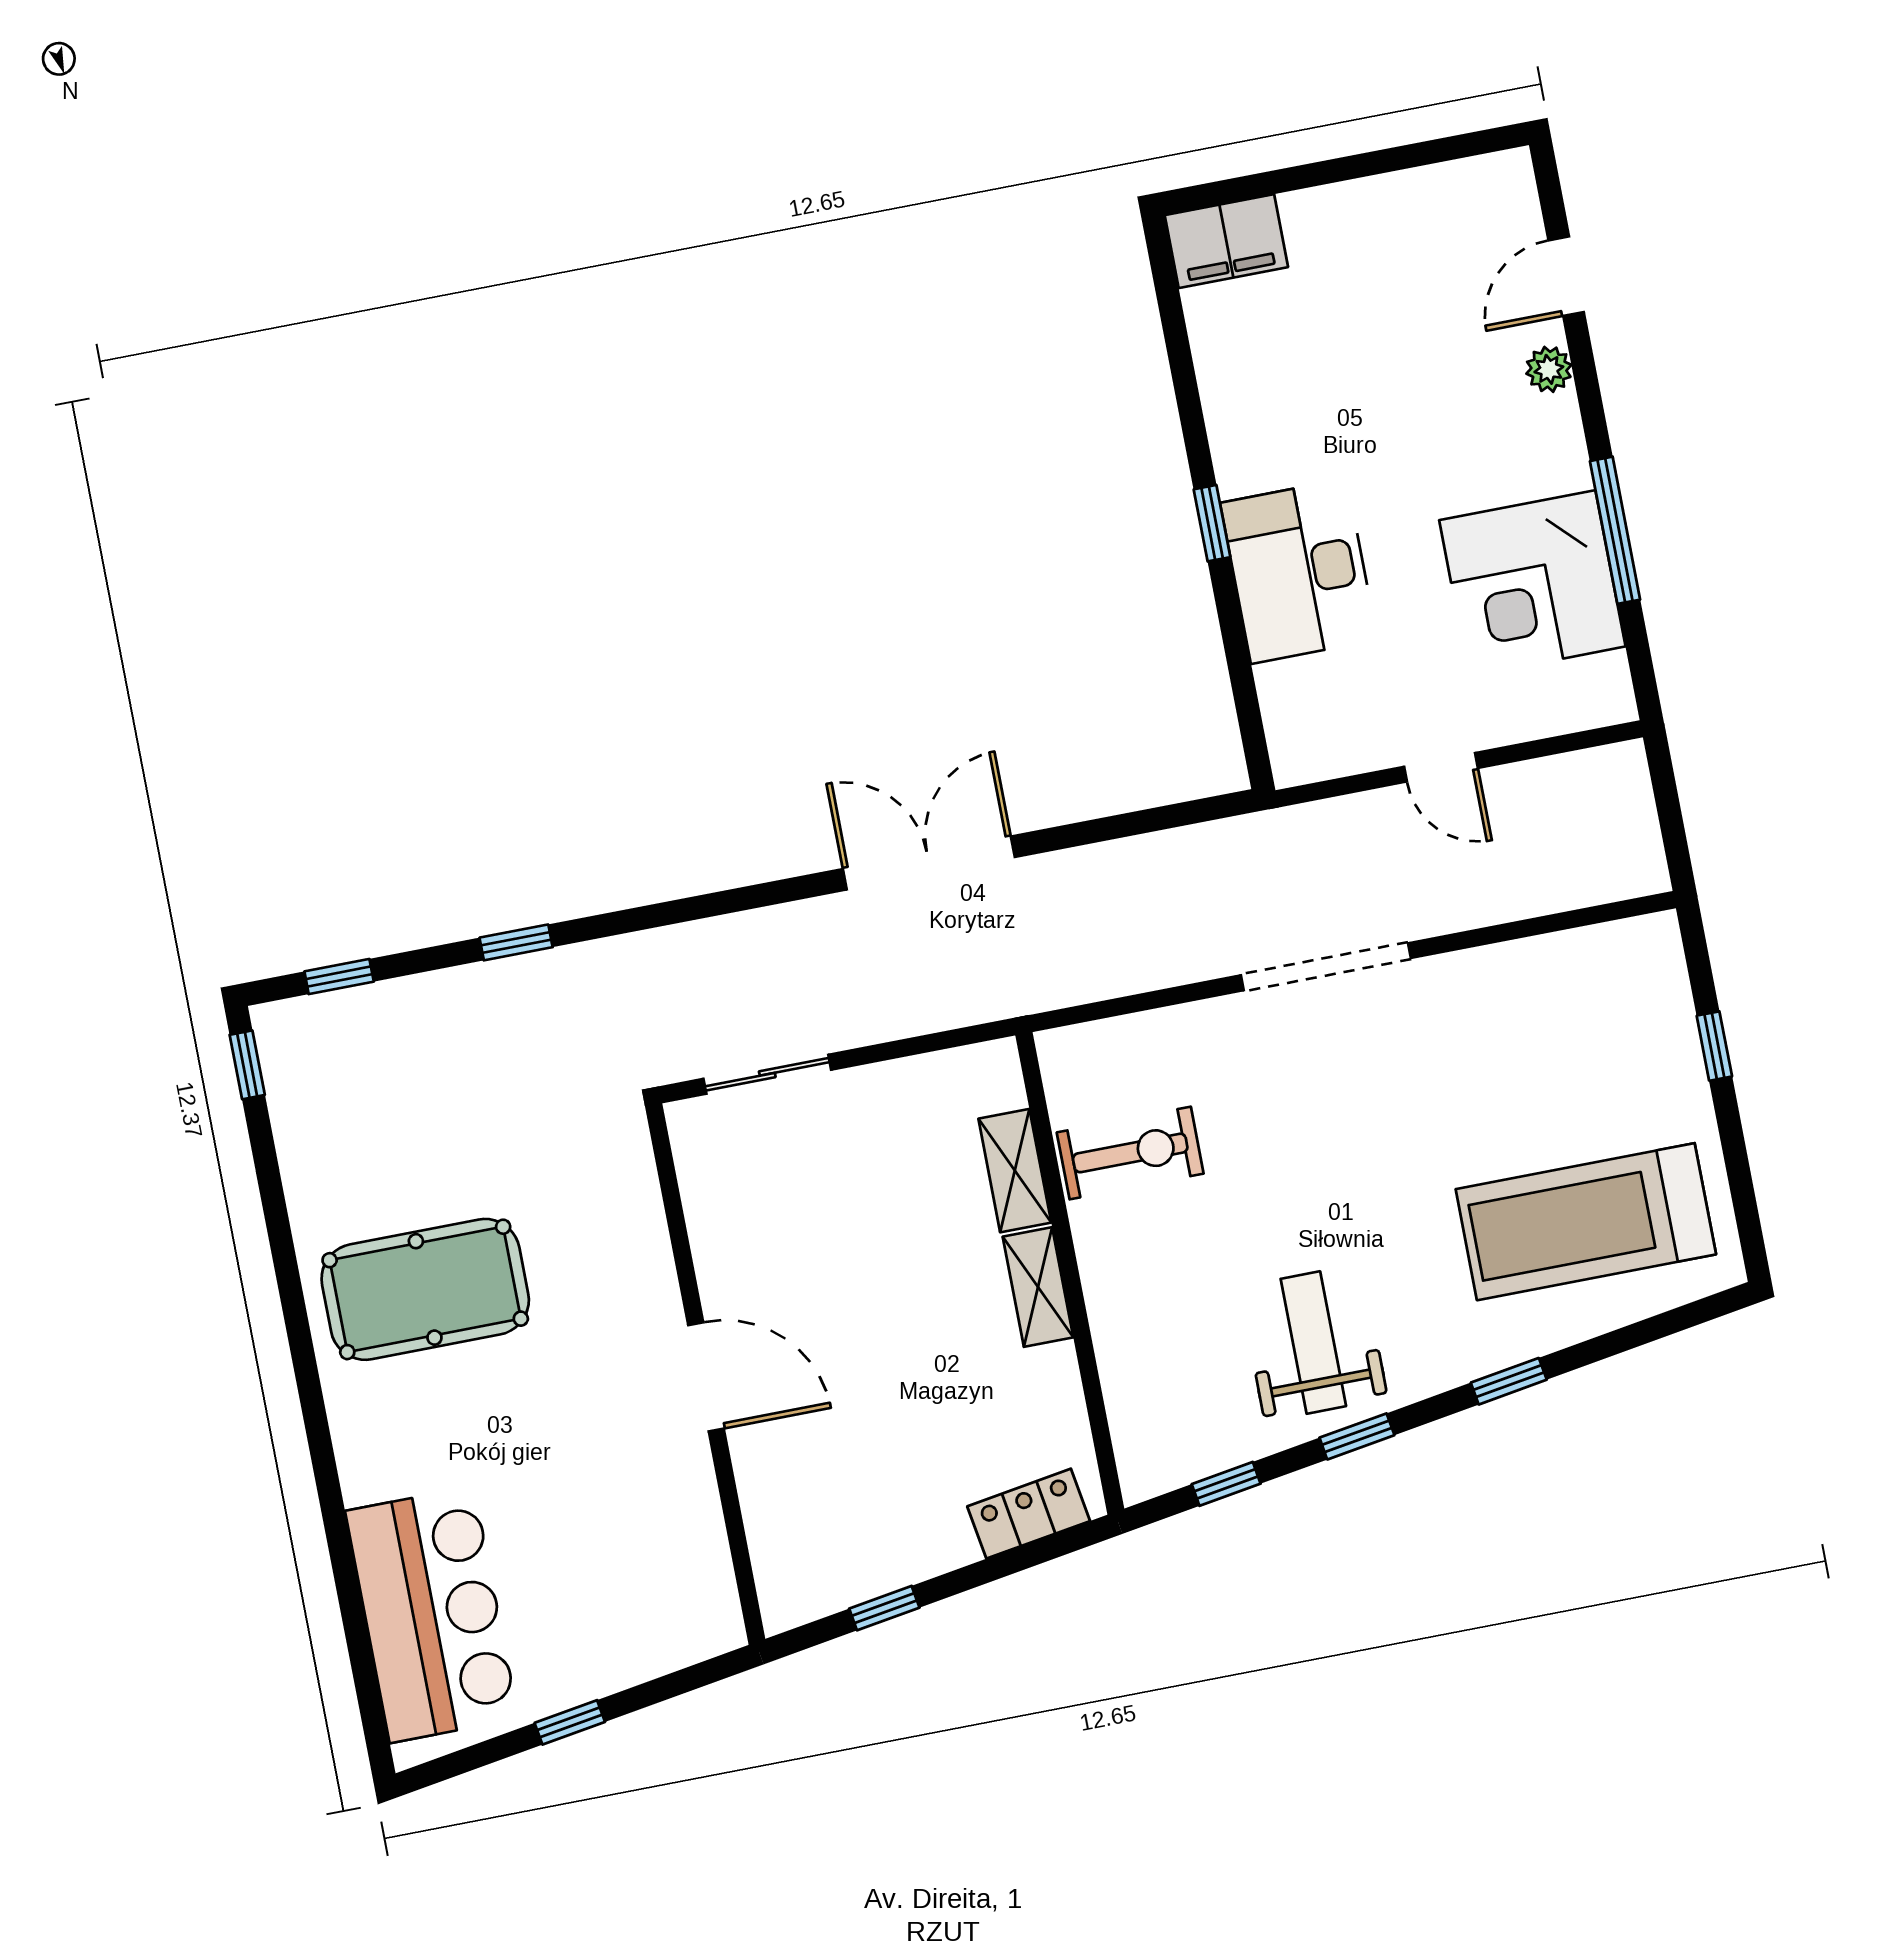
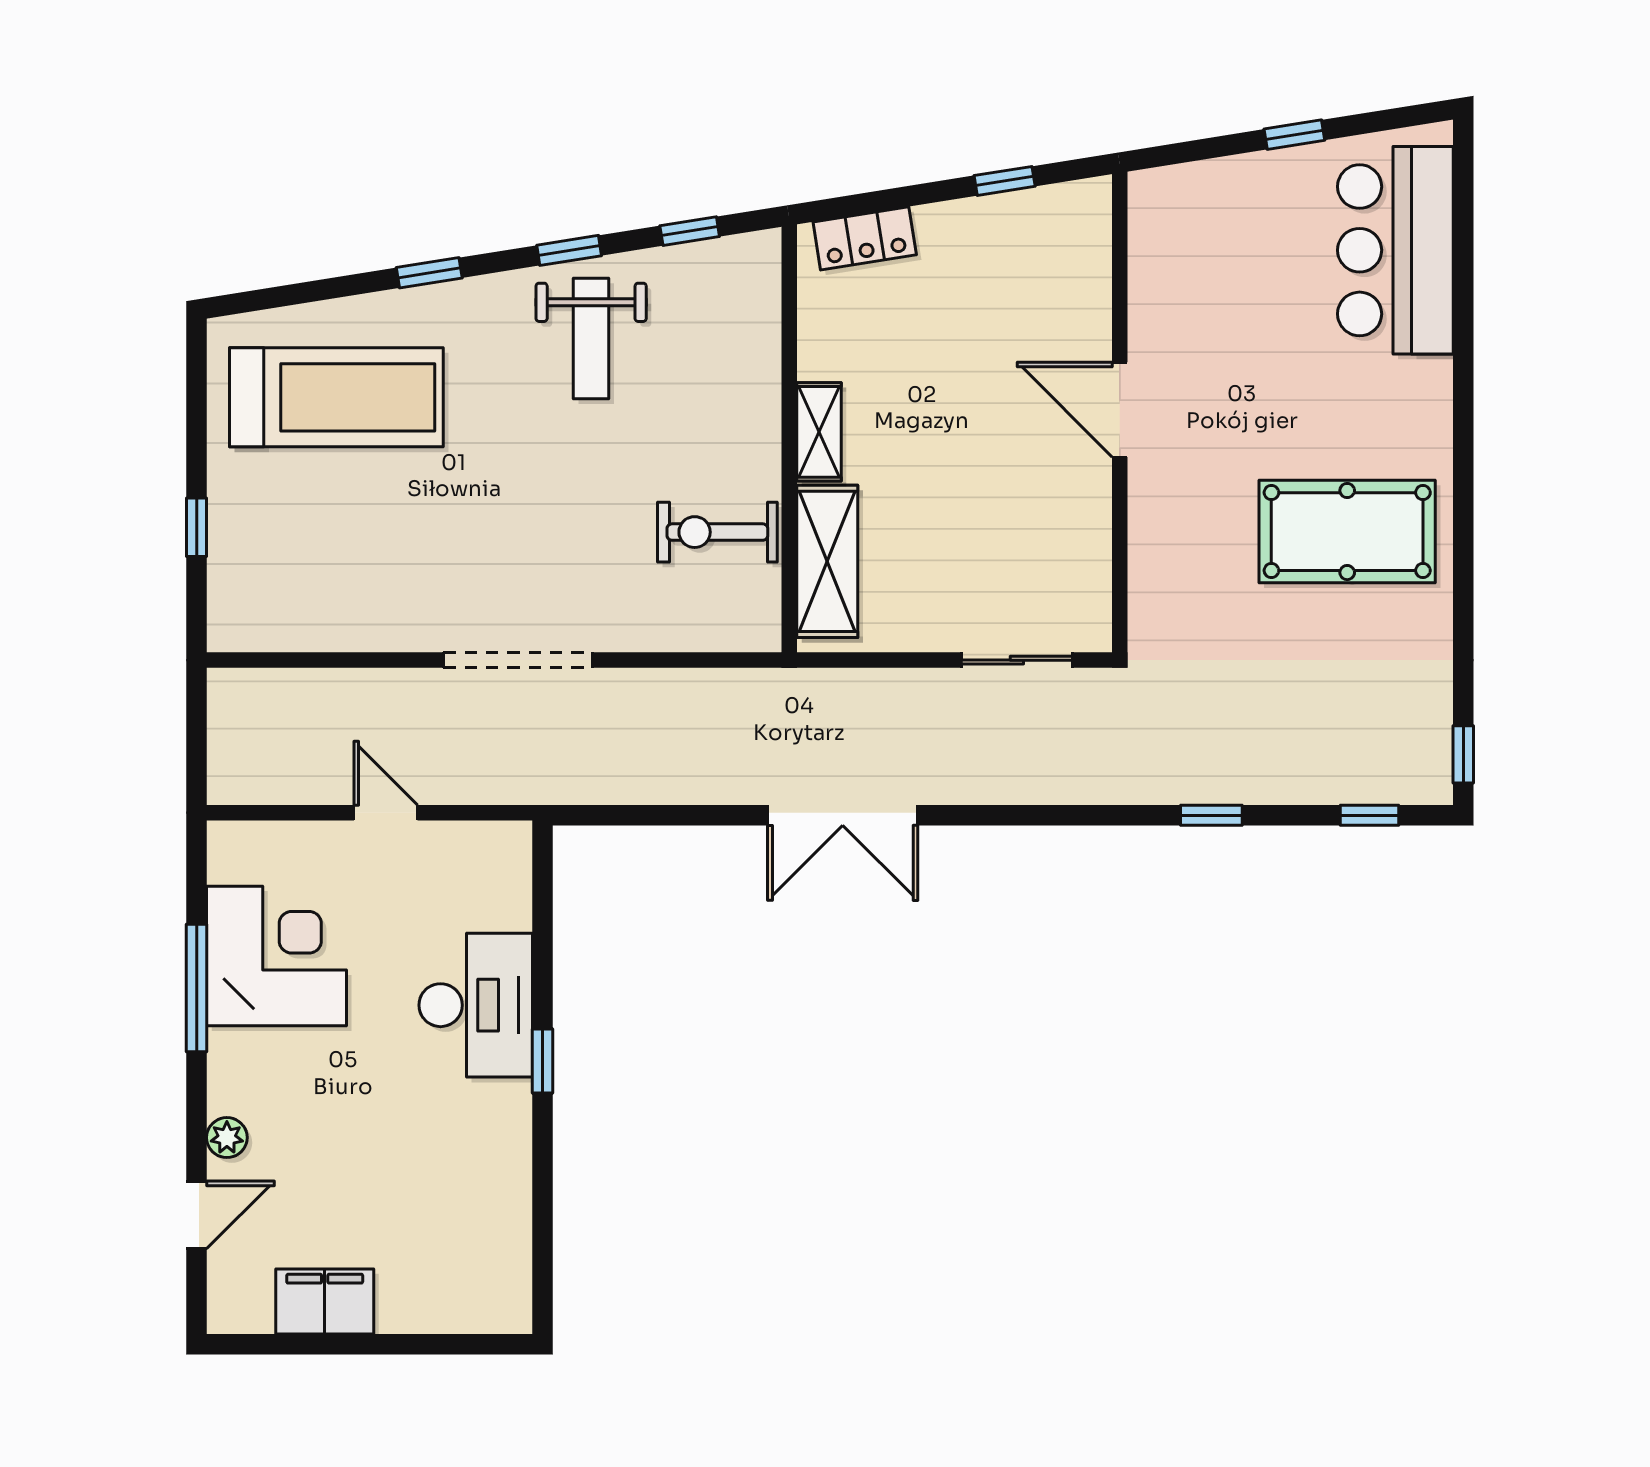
filing cabinet: (1226, 241) -> (325, 1302), moved
shelving: (1015, 1171) -> (827, 561), width x1.50, depth x1.33

